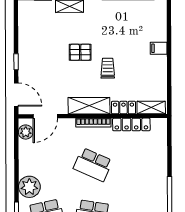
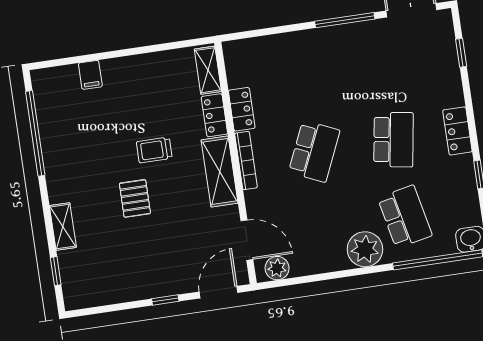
filing cabinet: (159, 48) -> (90, 75), moved
locker: (131, 124) -> (242, 109), width x0.66

